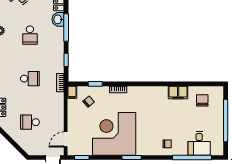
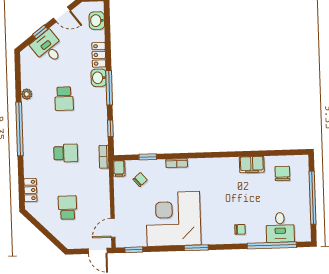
school desk: (30, 122) -> (67, 208), turned 90

